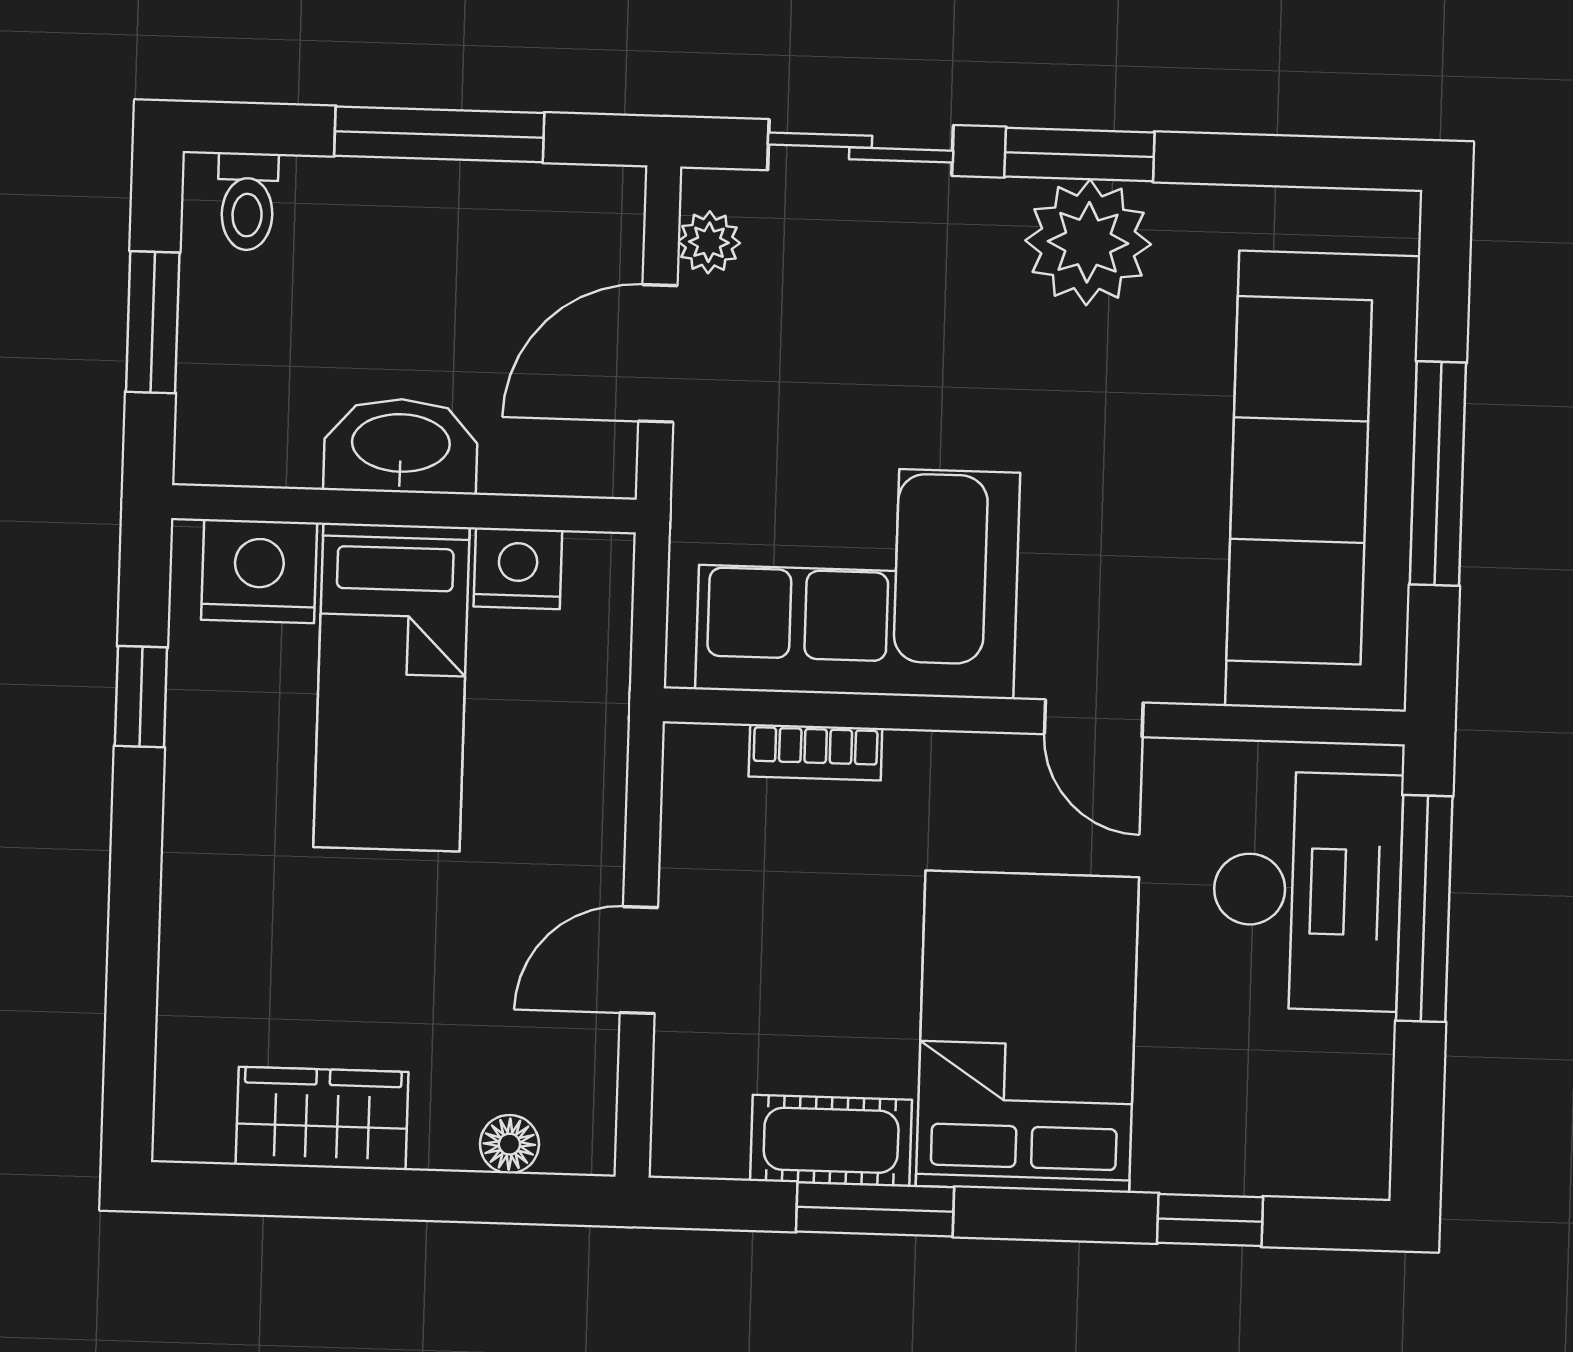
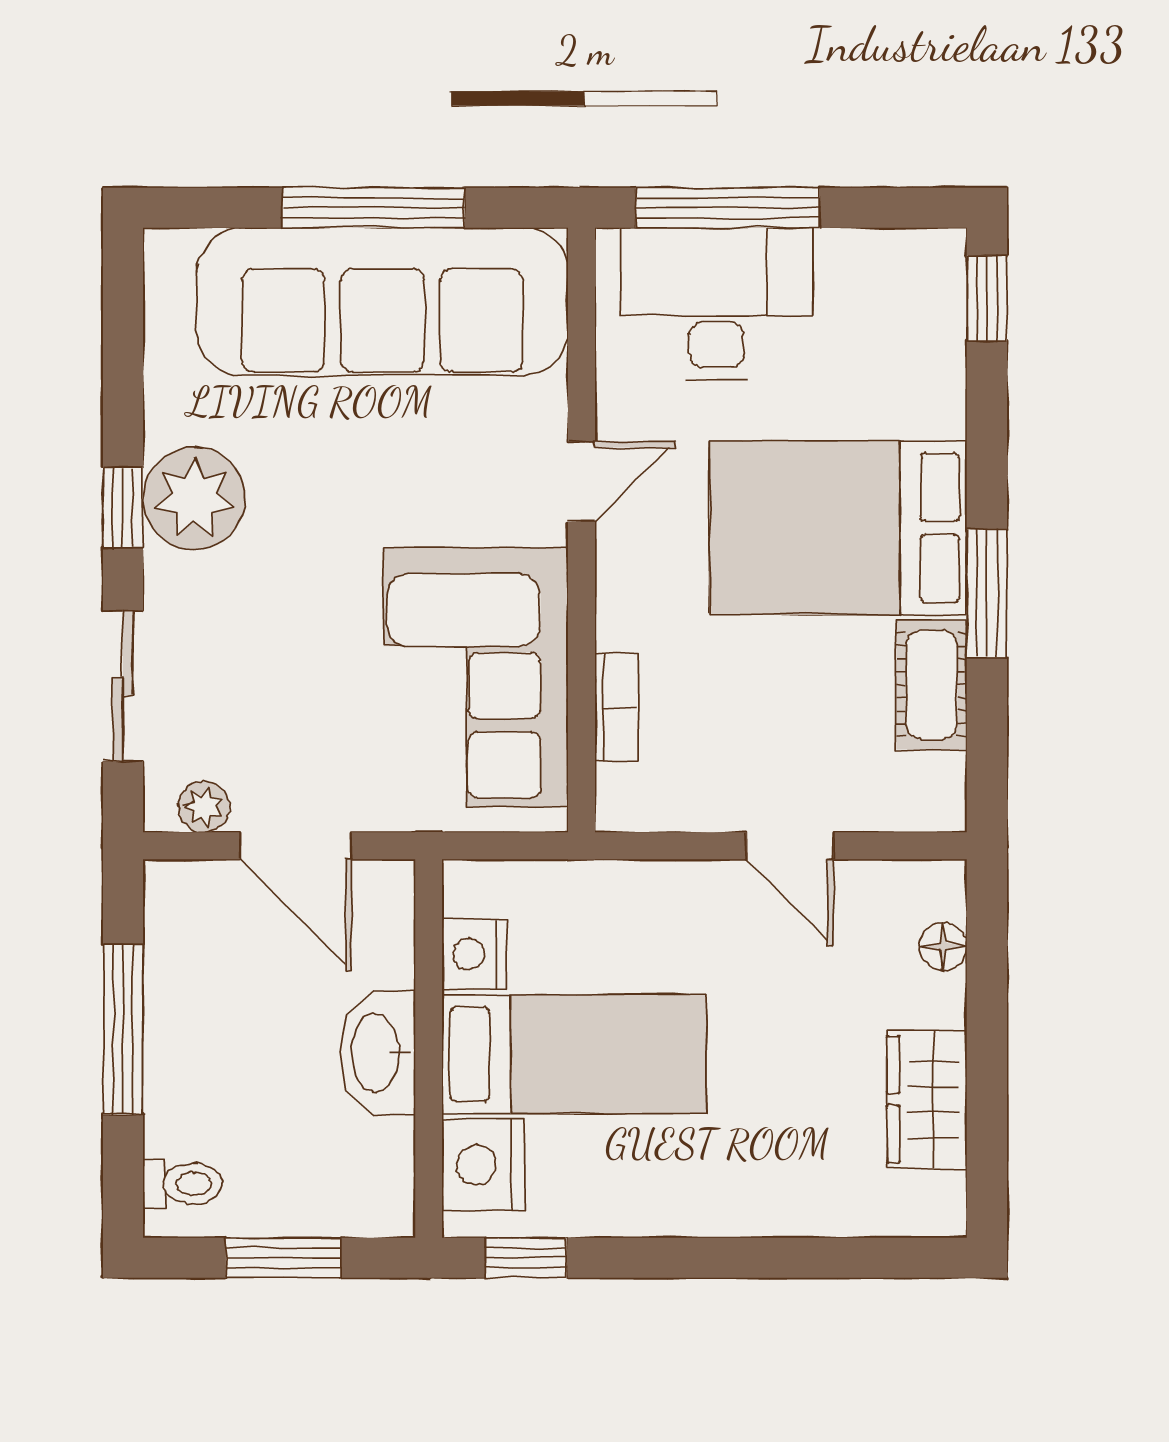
window: (1079, 154) -> (123, 508), width x0.67
window: (141, 697) -> (526, 1258), moved
window: (875, 1209) -> (987, 593), moved
window: (1210, 1220) -> (987, 298), moved

